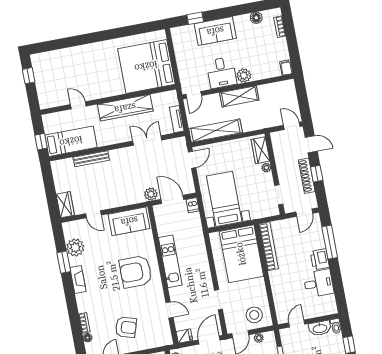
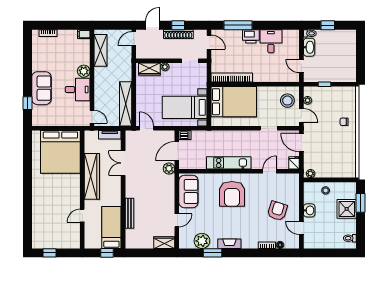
floor lamp: (256, 18) -> (37, 51), removed
shelving: (239, 96) -> (101, 50), moved

